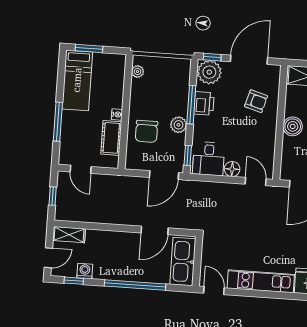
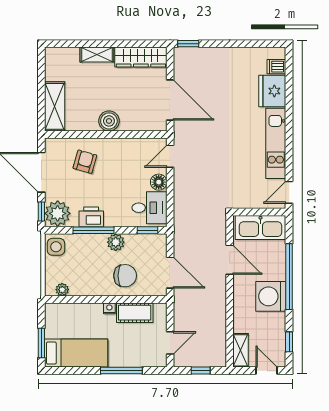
side table: (178, 68) -> (56, 247), added
door: (164, 175) -> (170, 273), moved
washing machine: (85, 271) -> (271, 296), moved, width x1.89, depth x1.89

